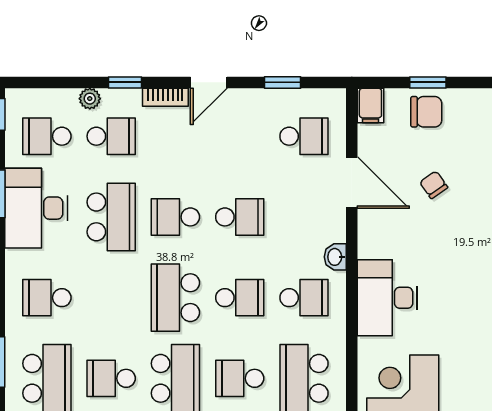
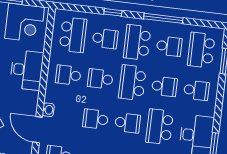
washbasin: (335, 257) -> (48, 110), moved
school desk: (111, 298) -> (164, 86), added
school desk: (175, 298) -> (132, 83), turned 180

